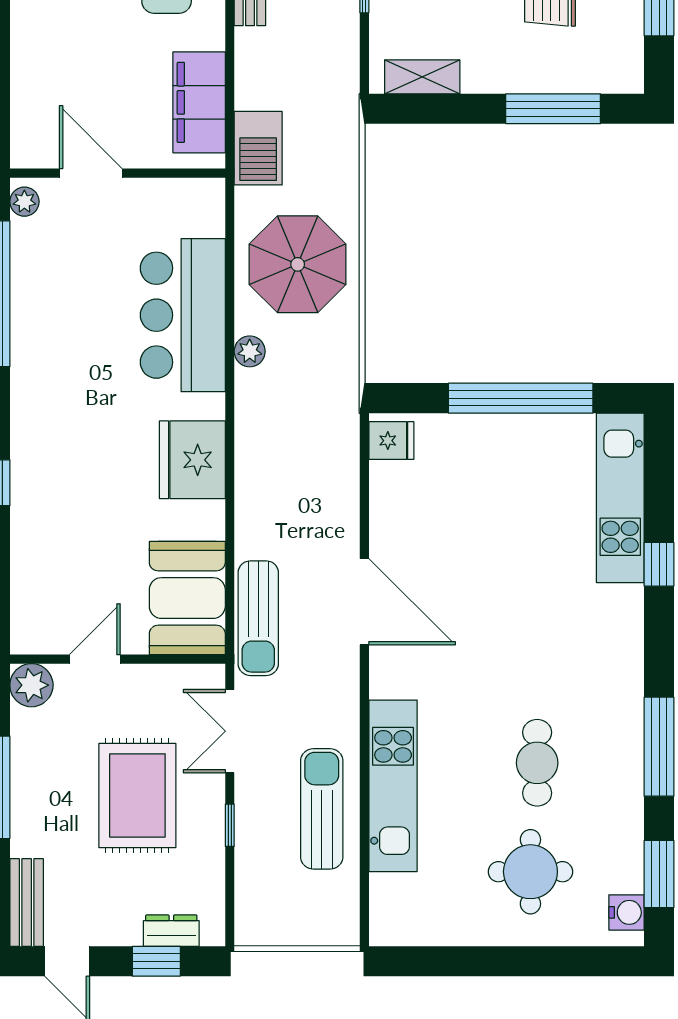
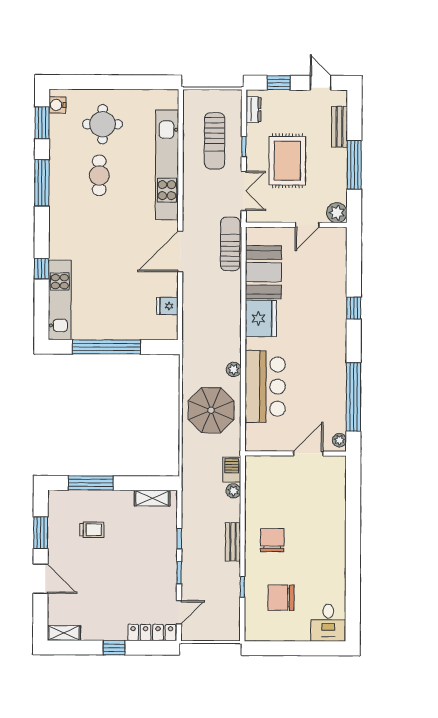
plant: (250, 93) -> (233, 491), added
filing cabinet: (199, 102) -> (257, 487), removed
barbecue: (258, 148) -> (232, 470), width x0.73, depth x0.79
door: (91, 173) -> (308, 453), swing flipped
fridge: (391, 441) -> (167, 306), moved
booth: (187, 598) -> (263, 272), moved
door: (364, 602) -> (180, 251), hinge flipped
kitchen unit: (393, 786) -> (167, 165), width x1.36
sun lounger: (322, 809) -> (215, 141), moved
bench: (27, 903) -> (339, 127), moved
dresser: (171, 931) -> (253, 110), moved, turned -90

